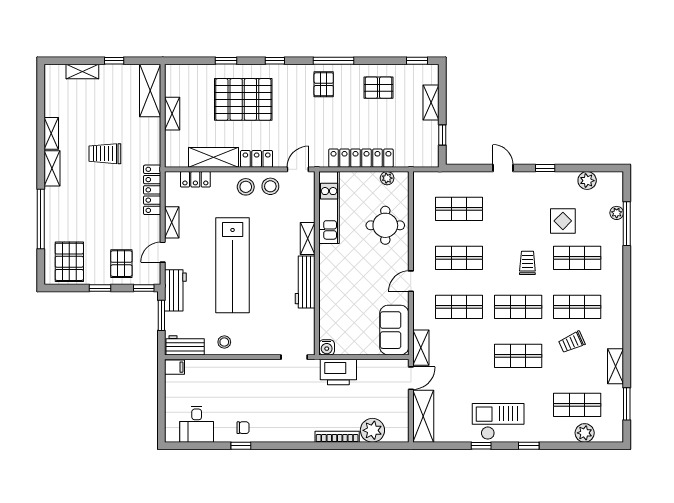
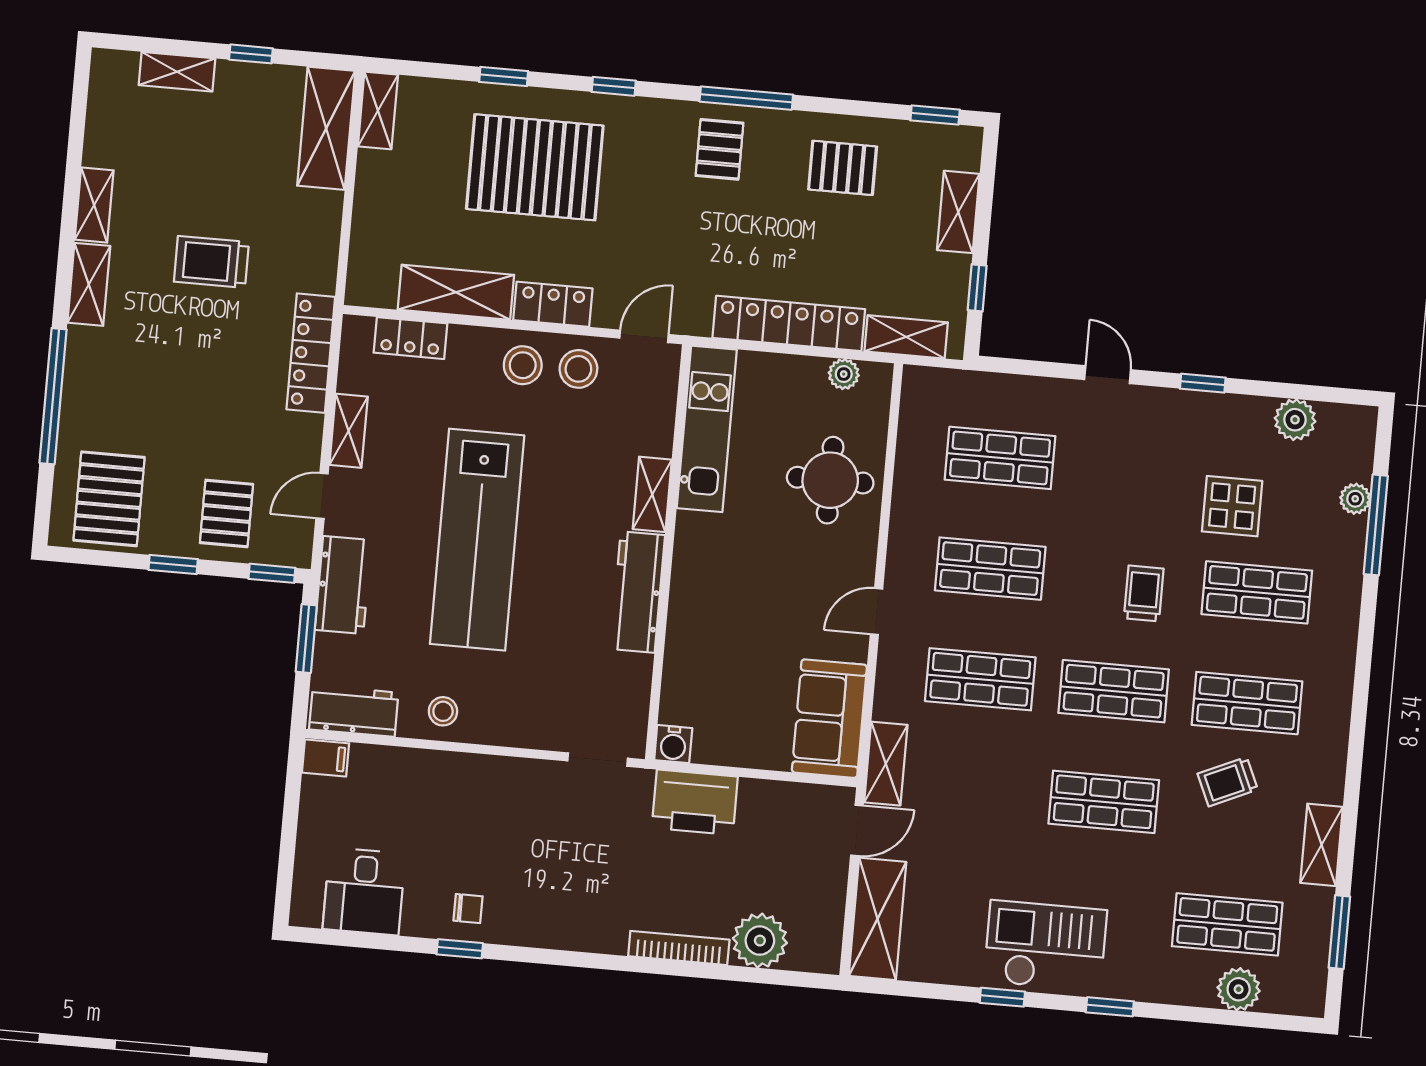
shelving: (172, 114) -> (378, 111), moved
shelving: (413, 159) -> (906, 337), added

